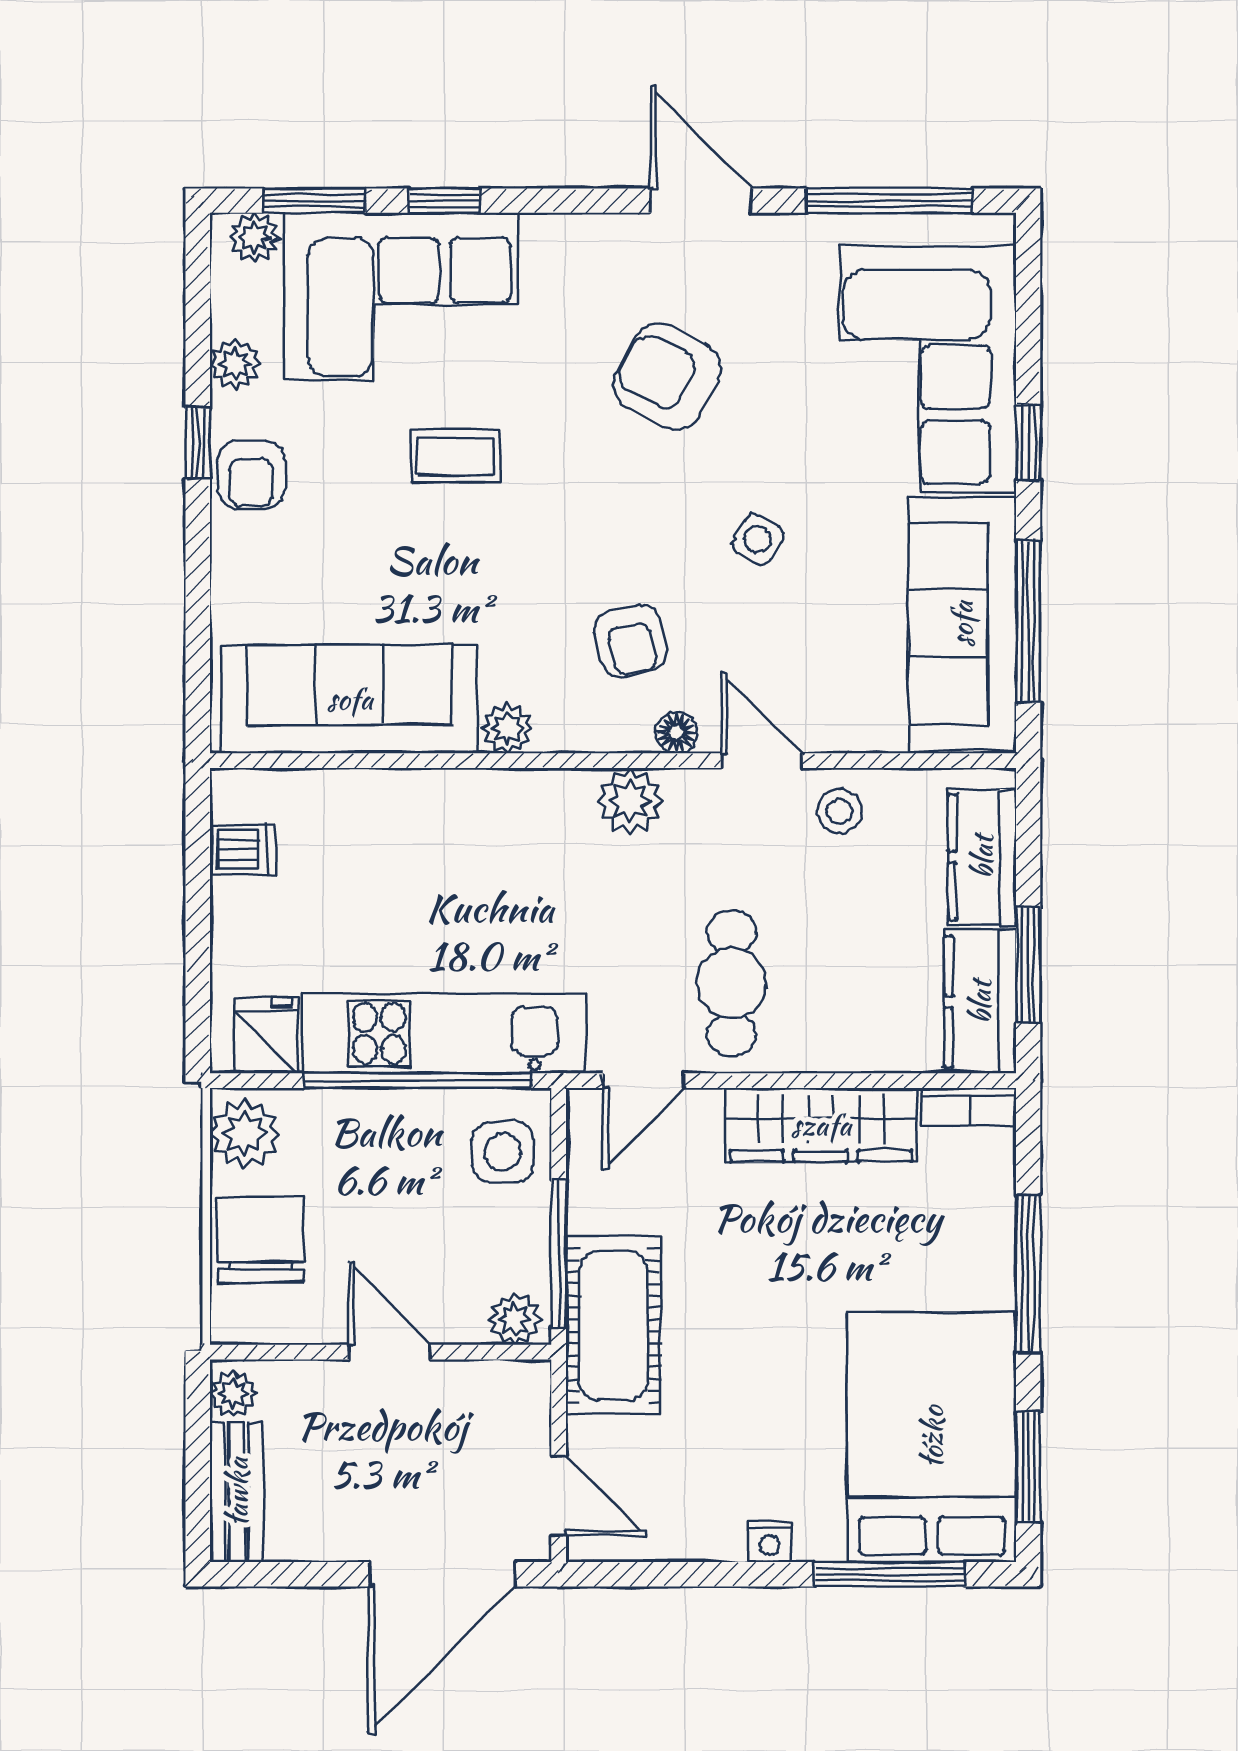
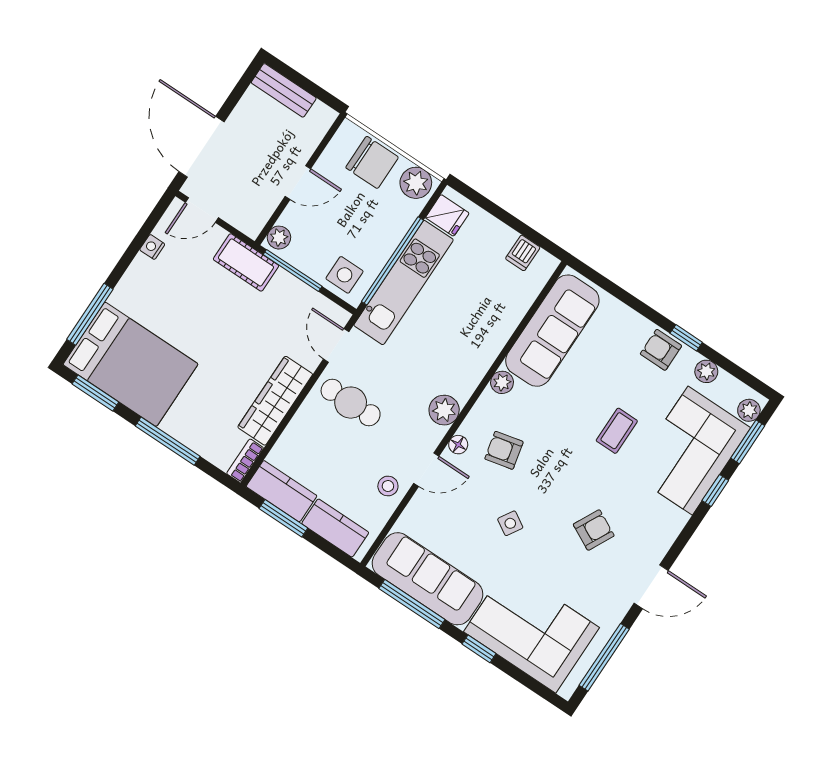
armchair: (667, 377) -> (594, 530), width x0.72, depth x0.72
cot: (613, 1325) -> (246, 262), width x0.73, depth x0.75
plant: (233, 1394) -> (321, 114), removed
nightstand: (769, 1542) -> (152, 247), moved

